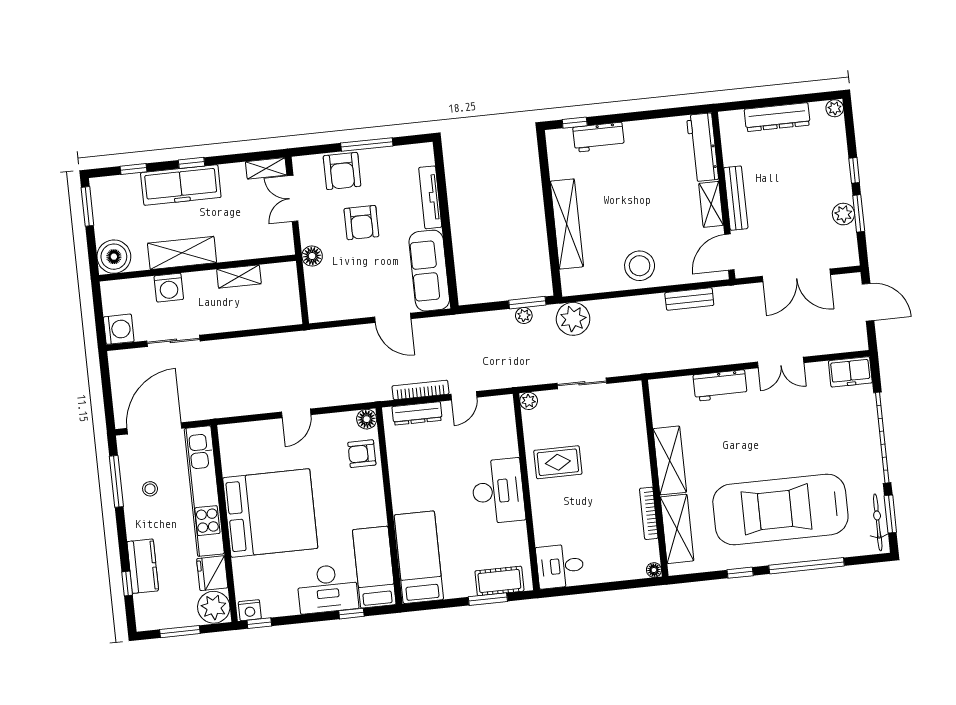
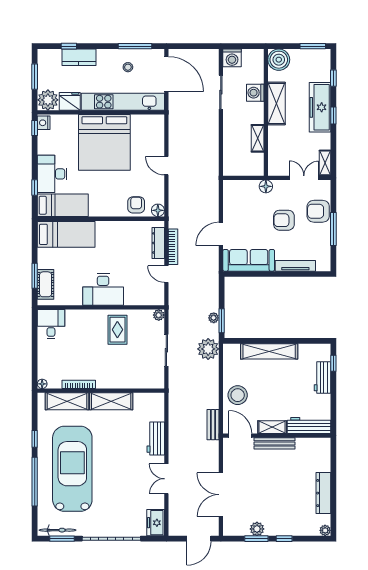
workbench: (702, 147) -> (309, 426), moved
wall: (723, 196) -> (277, 436), moved
bench: (736, 198) -> (274, 443), moved
shelving: (711, 204) -> (272, 427), moved
door: (729, 252) -> (240, 436), moved

